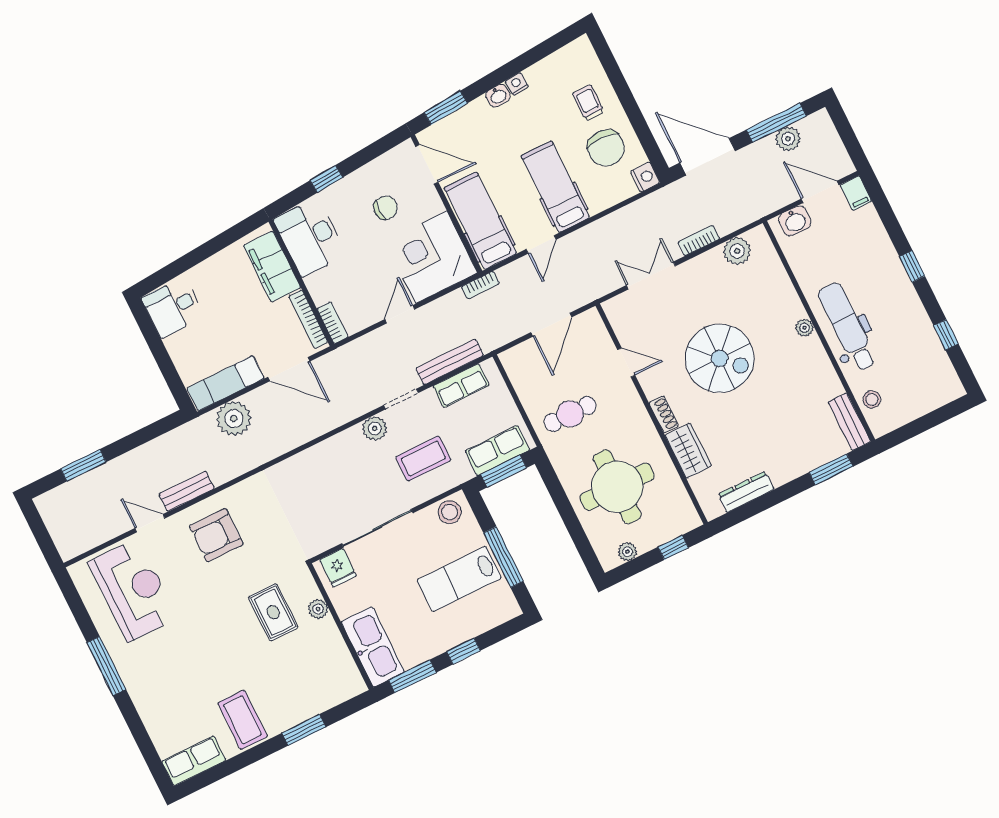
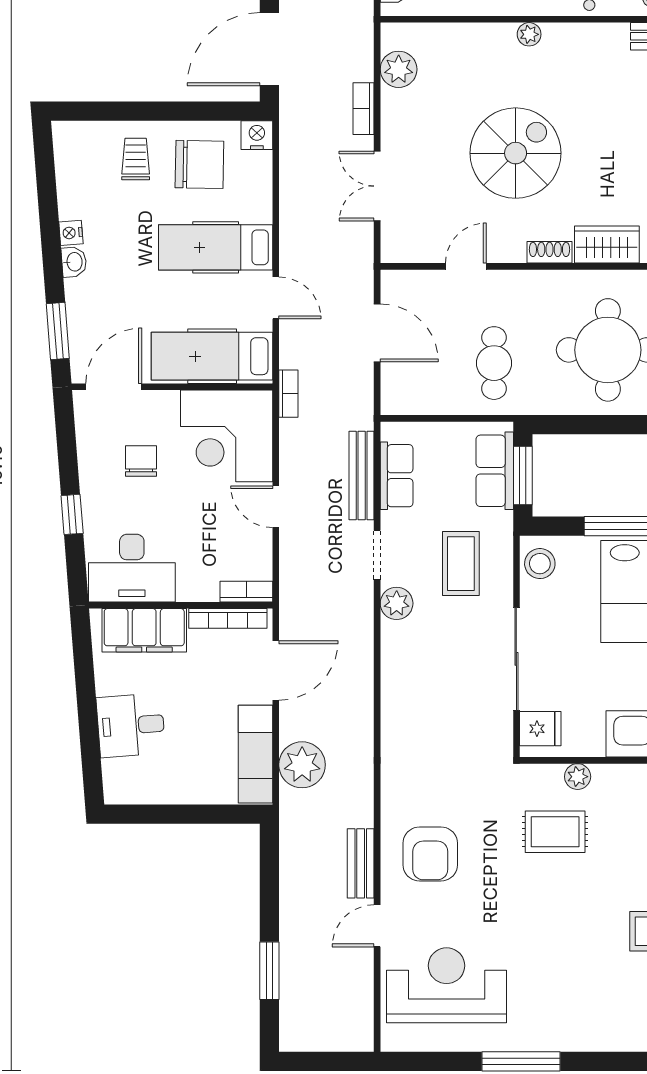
trolley: (588, 103) -> (136, 159), turned 90
desk: (173, 308) -> (131, 725), moved, turned 86

